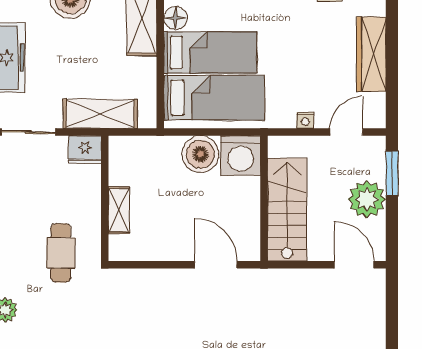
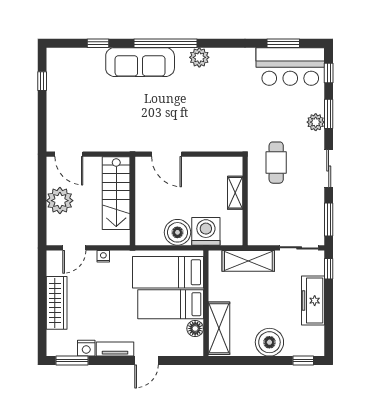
fridge: (85, 150) -> (259, 235), removed
washing machine: (241, 156) -> (206, 231), moved
window: (392, 173) -> (42, 219), removed

